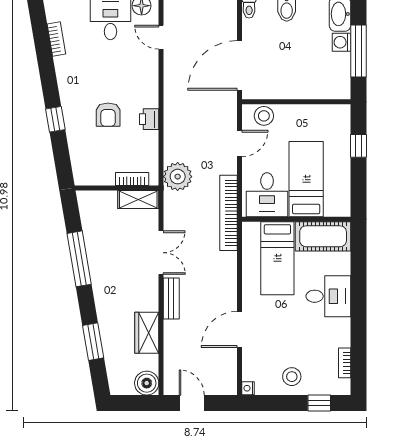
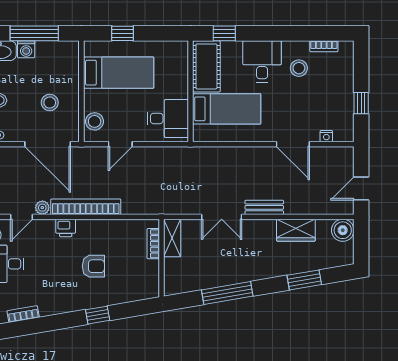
stool: (284, 68) -> (50, 103), added
printer: (149, 119) -> (66, 228), moved
door: (239, 144) -> (120, 144), swing flipped
plant: (178, 177) -> (42, 208), moved, width x0.53, depth x0.53
bed: (306, 179) -> (119, 73), moved, turned 180
bookcase: (229, 213) -> (86, 207), moved, turned 180
double door: (161, 253) -> (222, 217), swing flipped
window: (359, 256) -> (224, 33), added
stool: (292, 377) -> (299, 68), moved
nightstand: (248, 388) -> (326, 136), moved
window: (319, 403) -> (361, 103), moved

